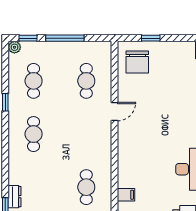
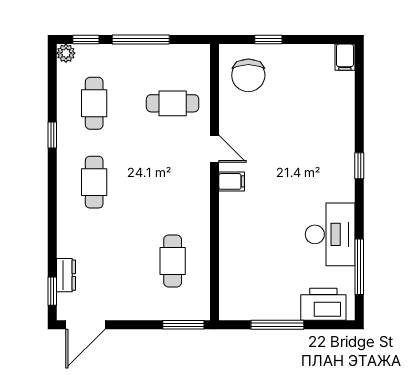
cafe table: (86, 81) -> (173, 103), turned 90
door: (115, 112) -> (215, 149), hinge flipped
filing cabinet: (126, 195) -> (232, 181), moved

